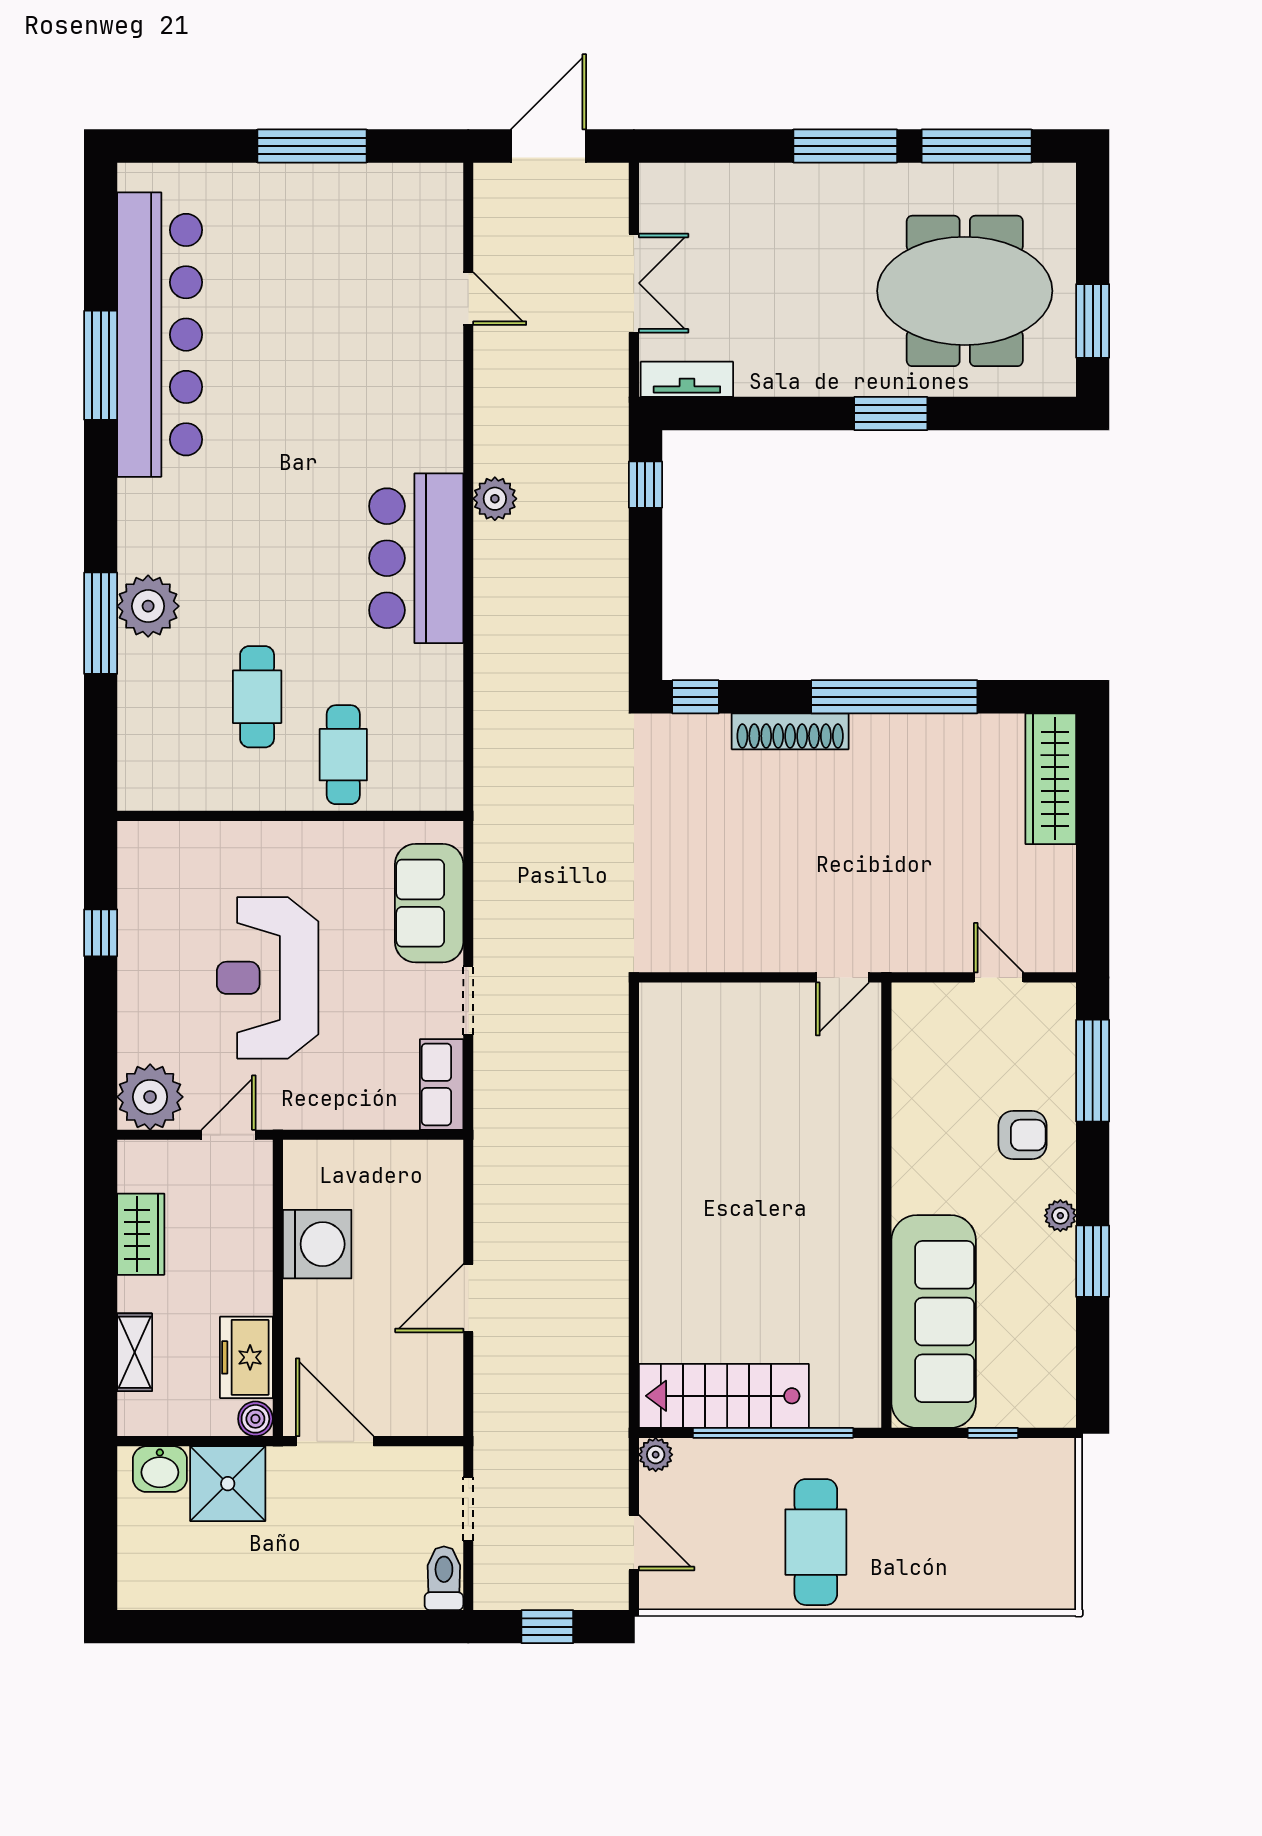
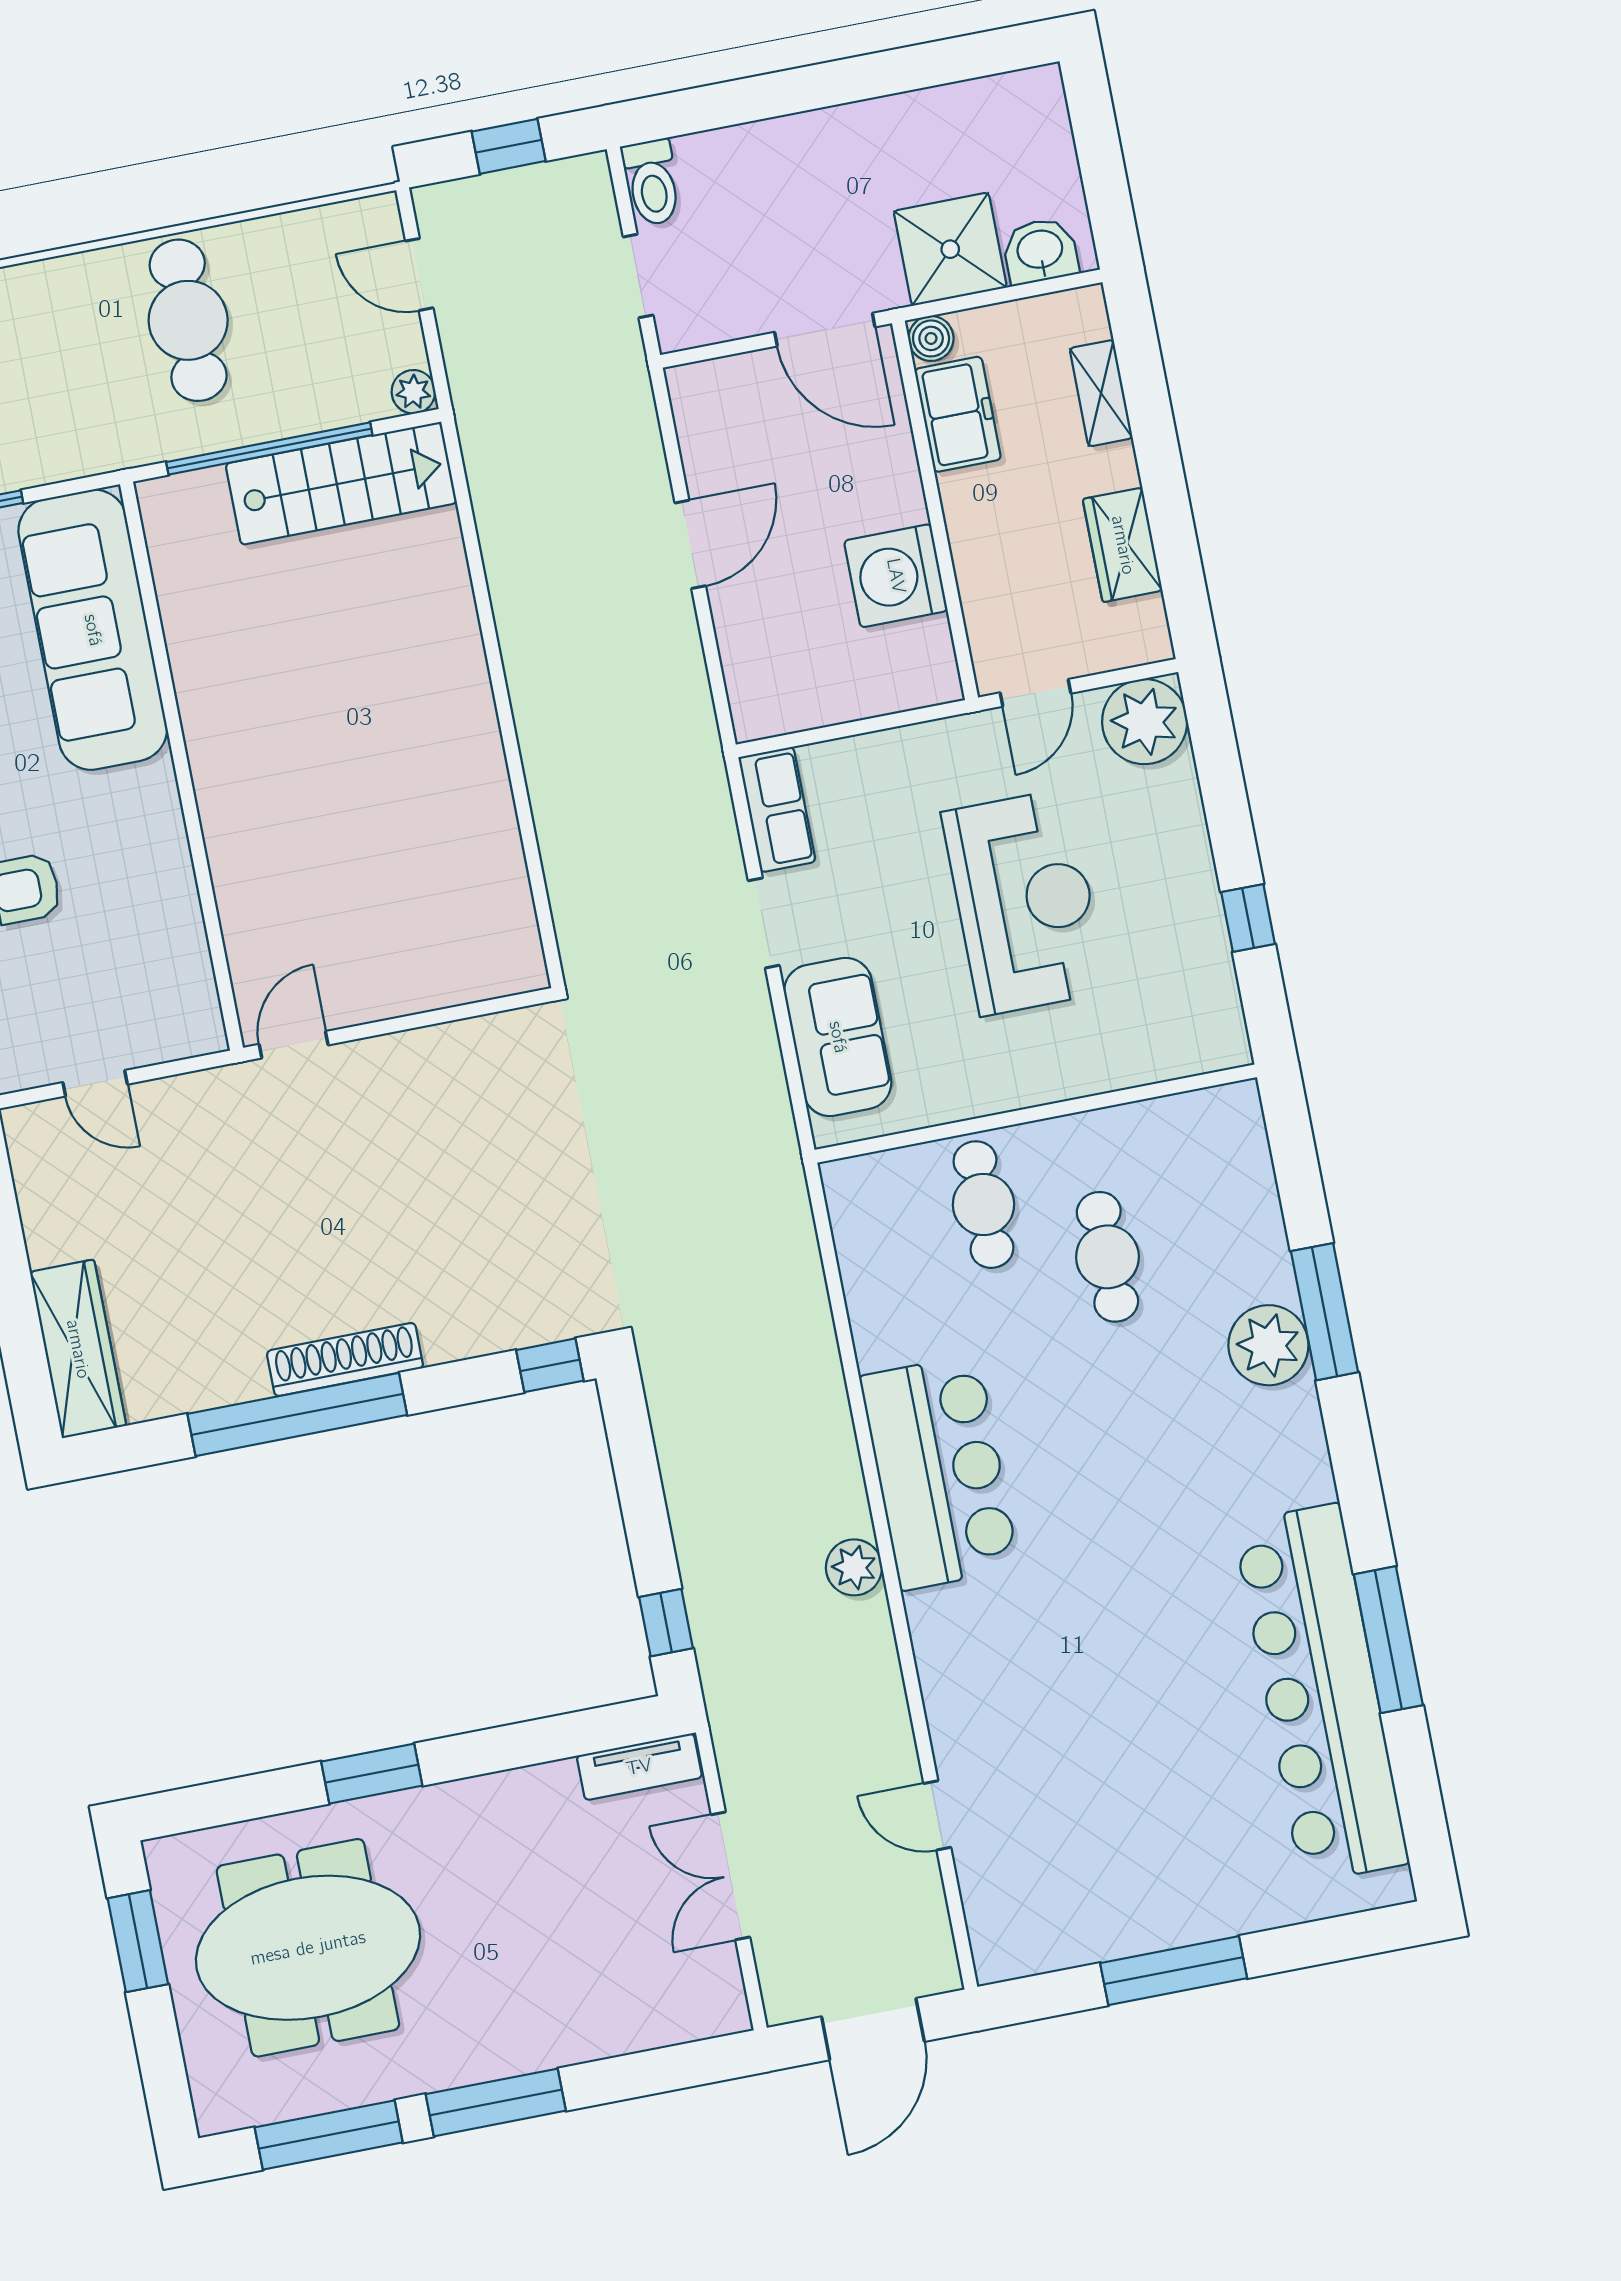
shoe rack: (790, 731) -> (345, 1359), moved

